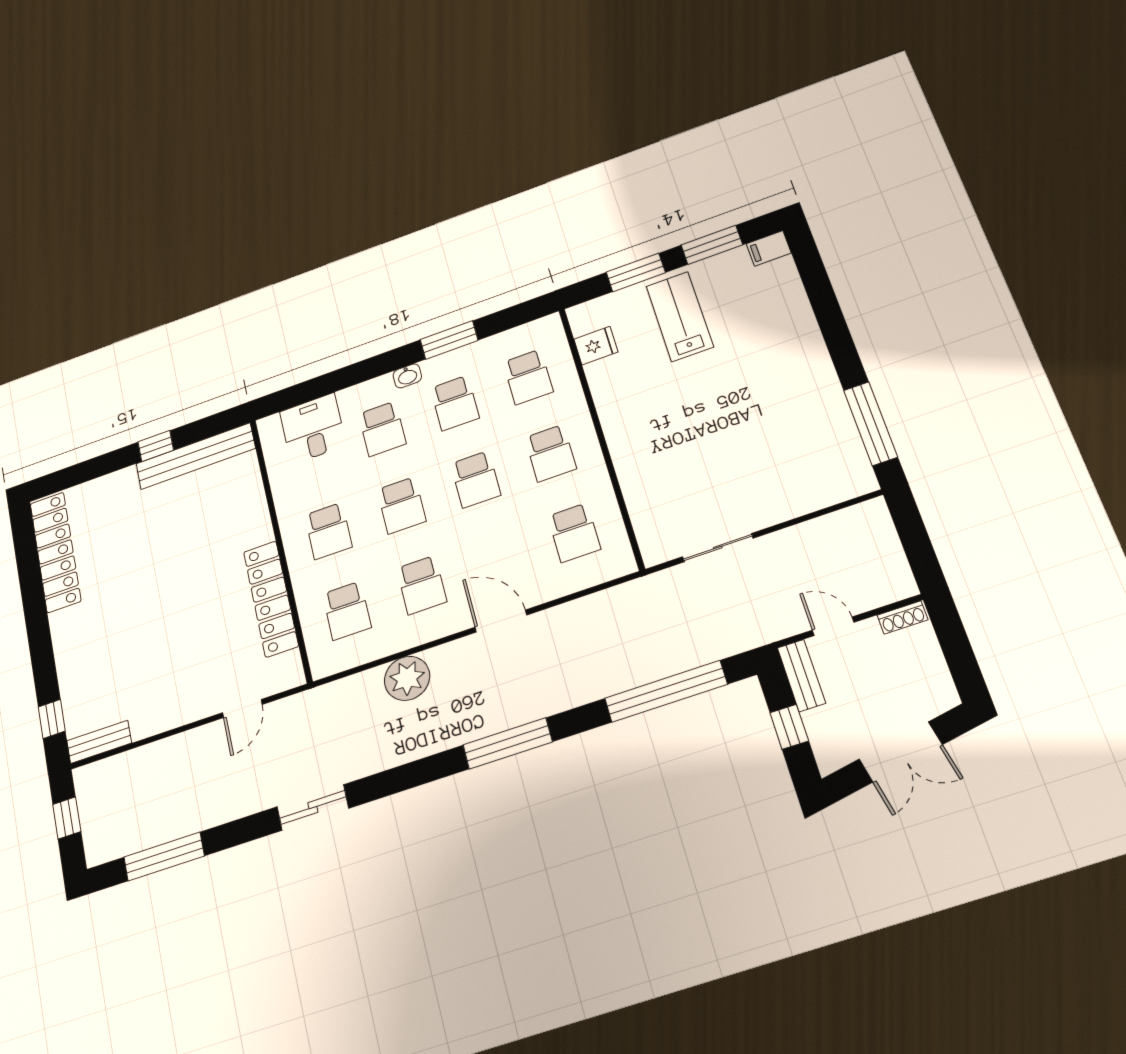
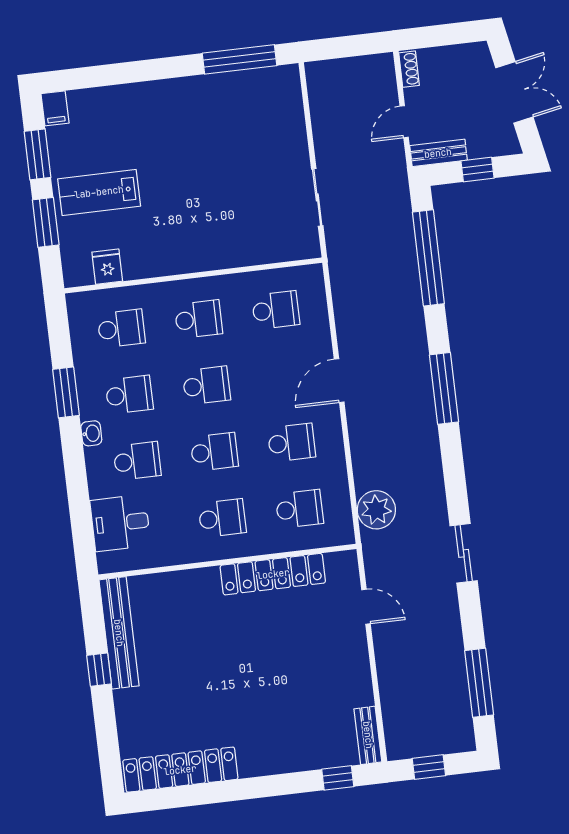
plant: (407, 678) -> (376, 510), moved

